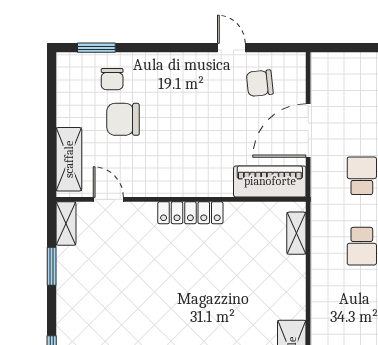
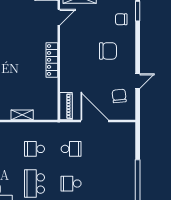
chair: (123, 119) -> (108, 51), moved, turned 90
piano: (270, 181) -> (66, 106), width x0.73, depth x0.75
shelving: (296, 233) -> (22, 115), moved

